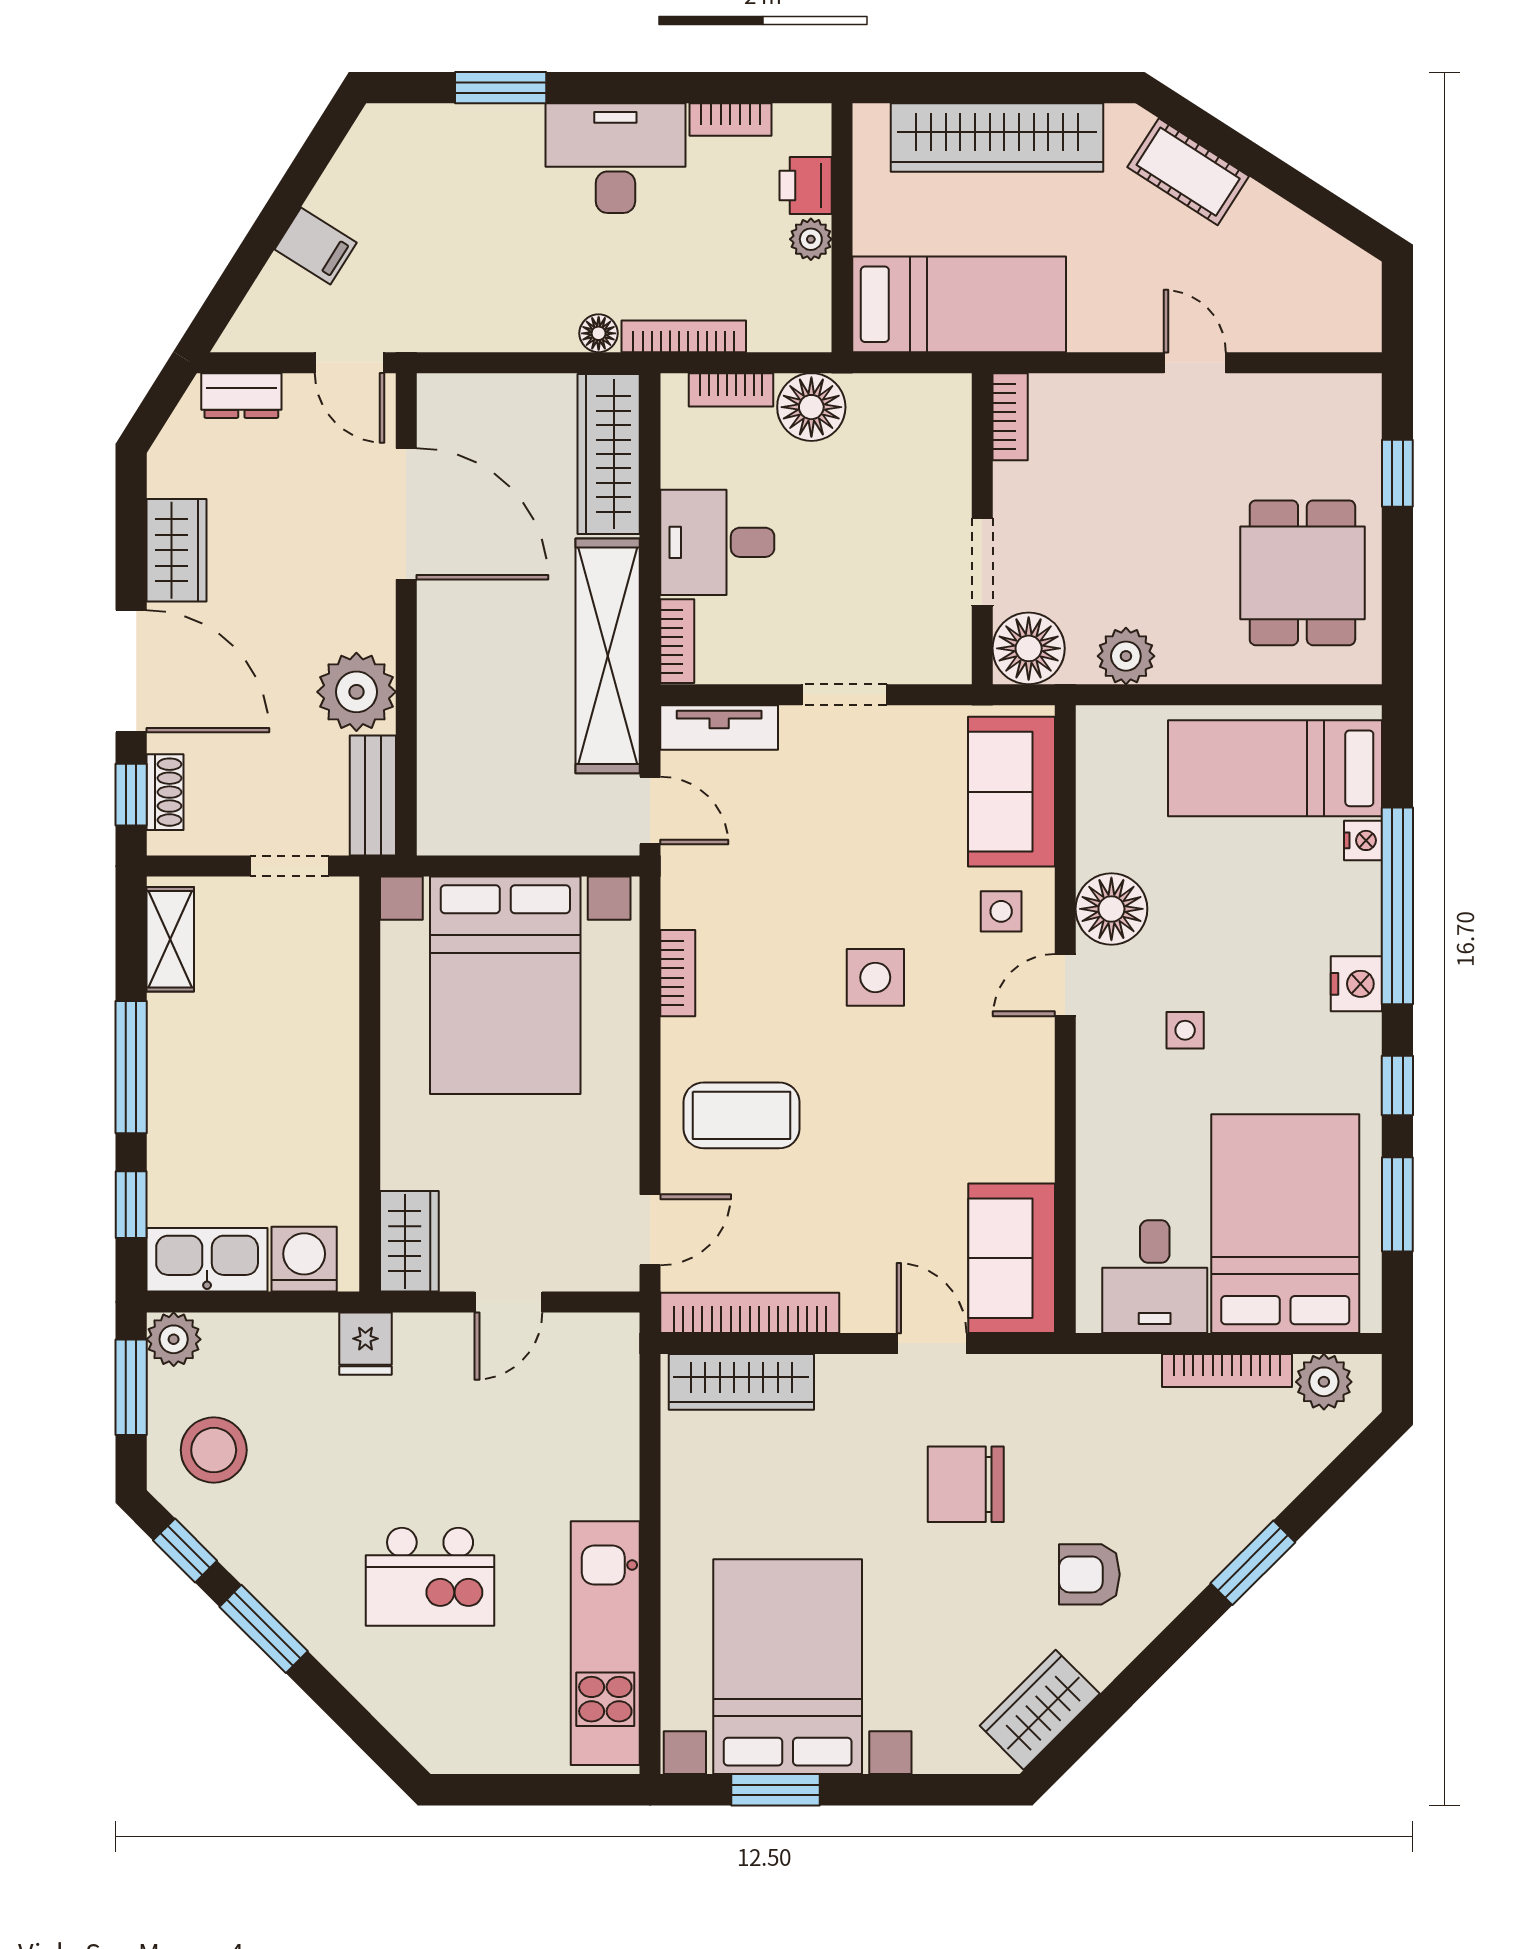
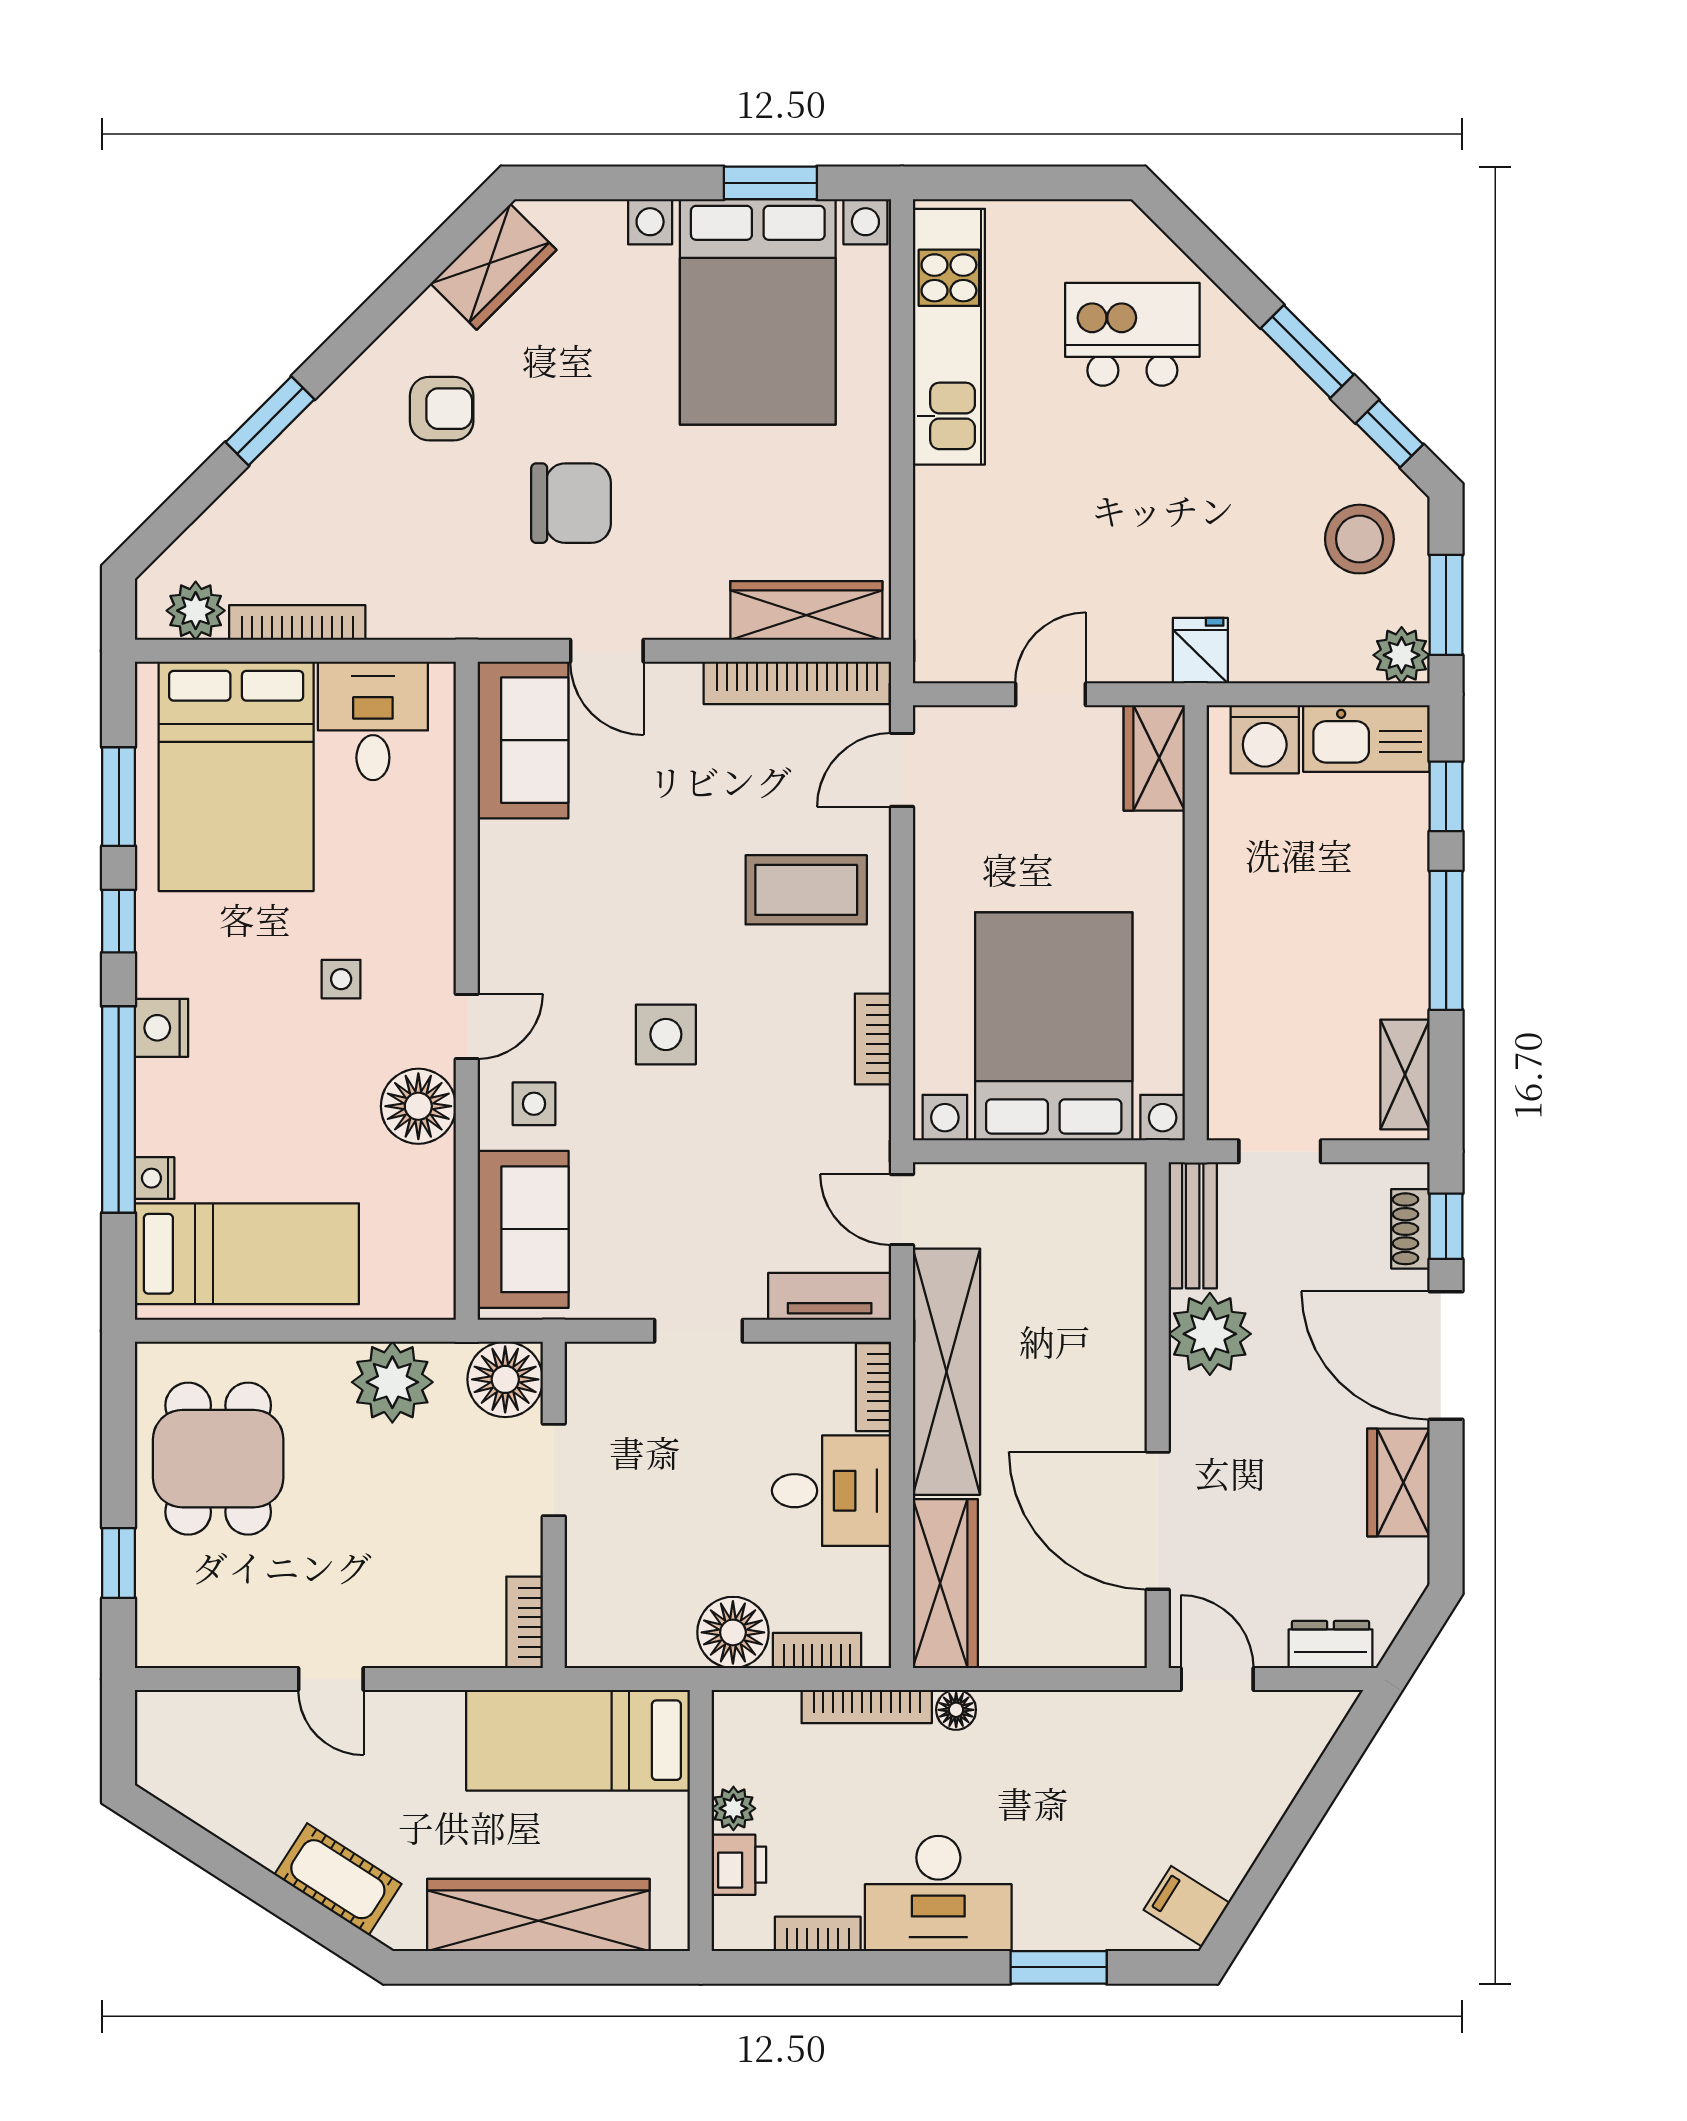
filing cabinet: (316, 246) -> (1187, 1906), moved
plant: (1126, 656) -> (392, 1382), width x1.36, depth x1.36
kitchen island: (430, 1577) -> (1132, 334), moved

